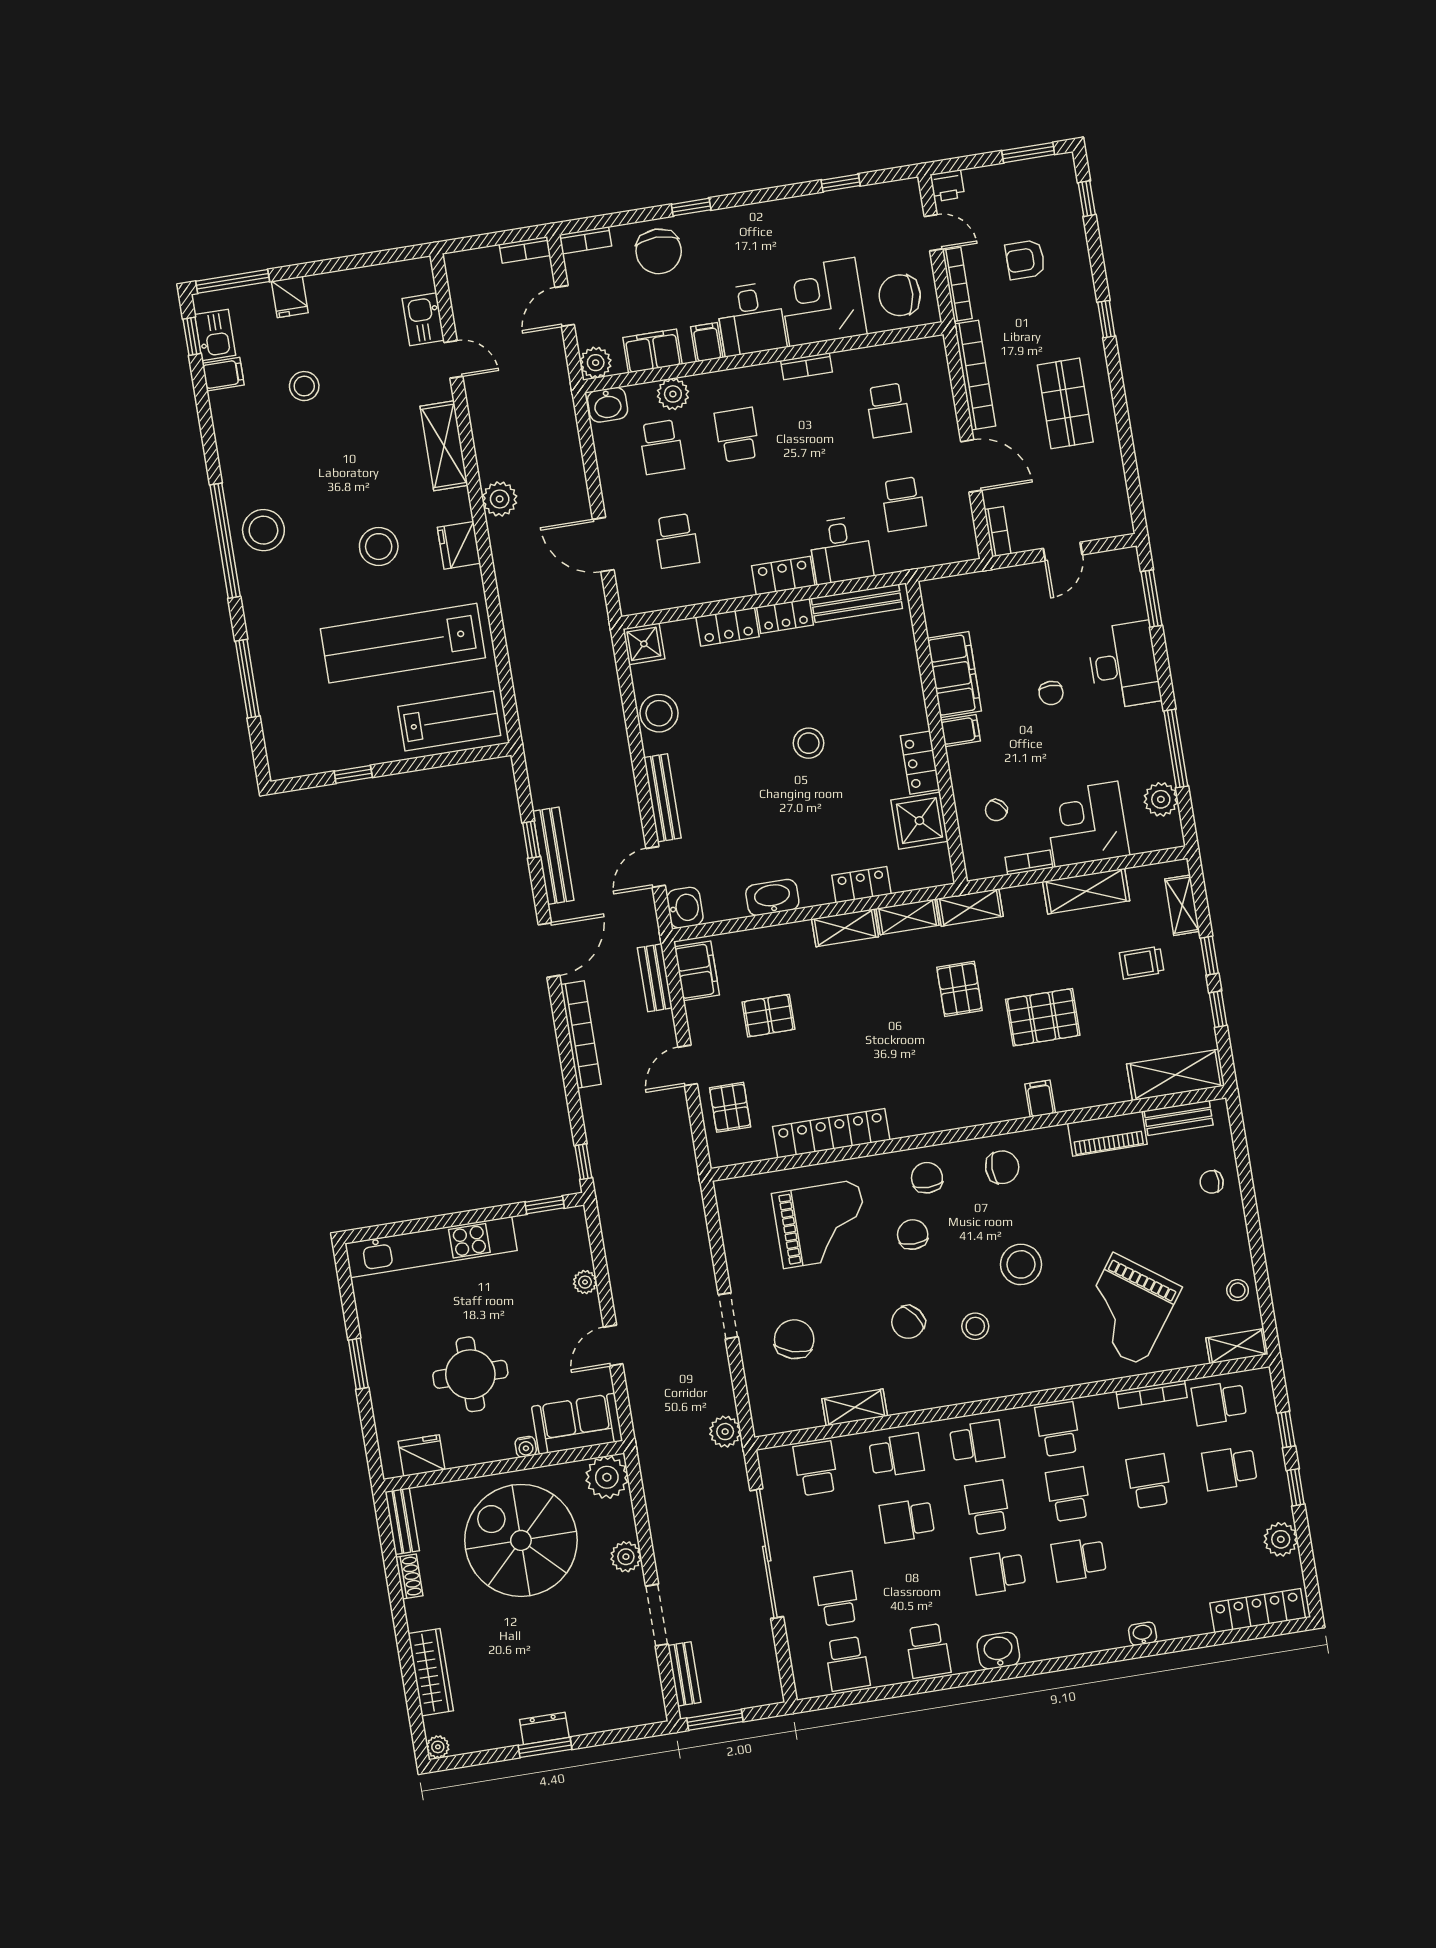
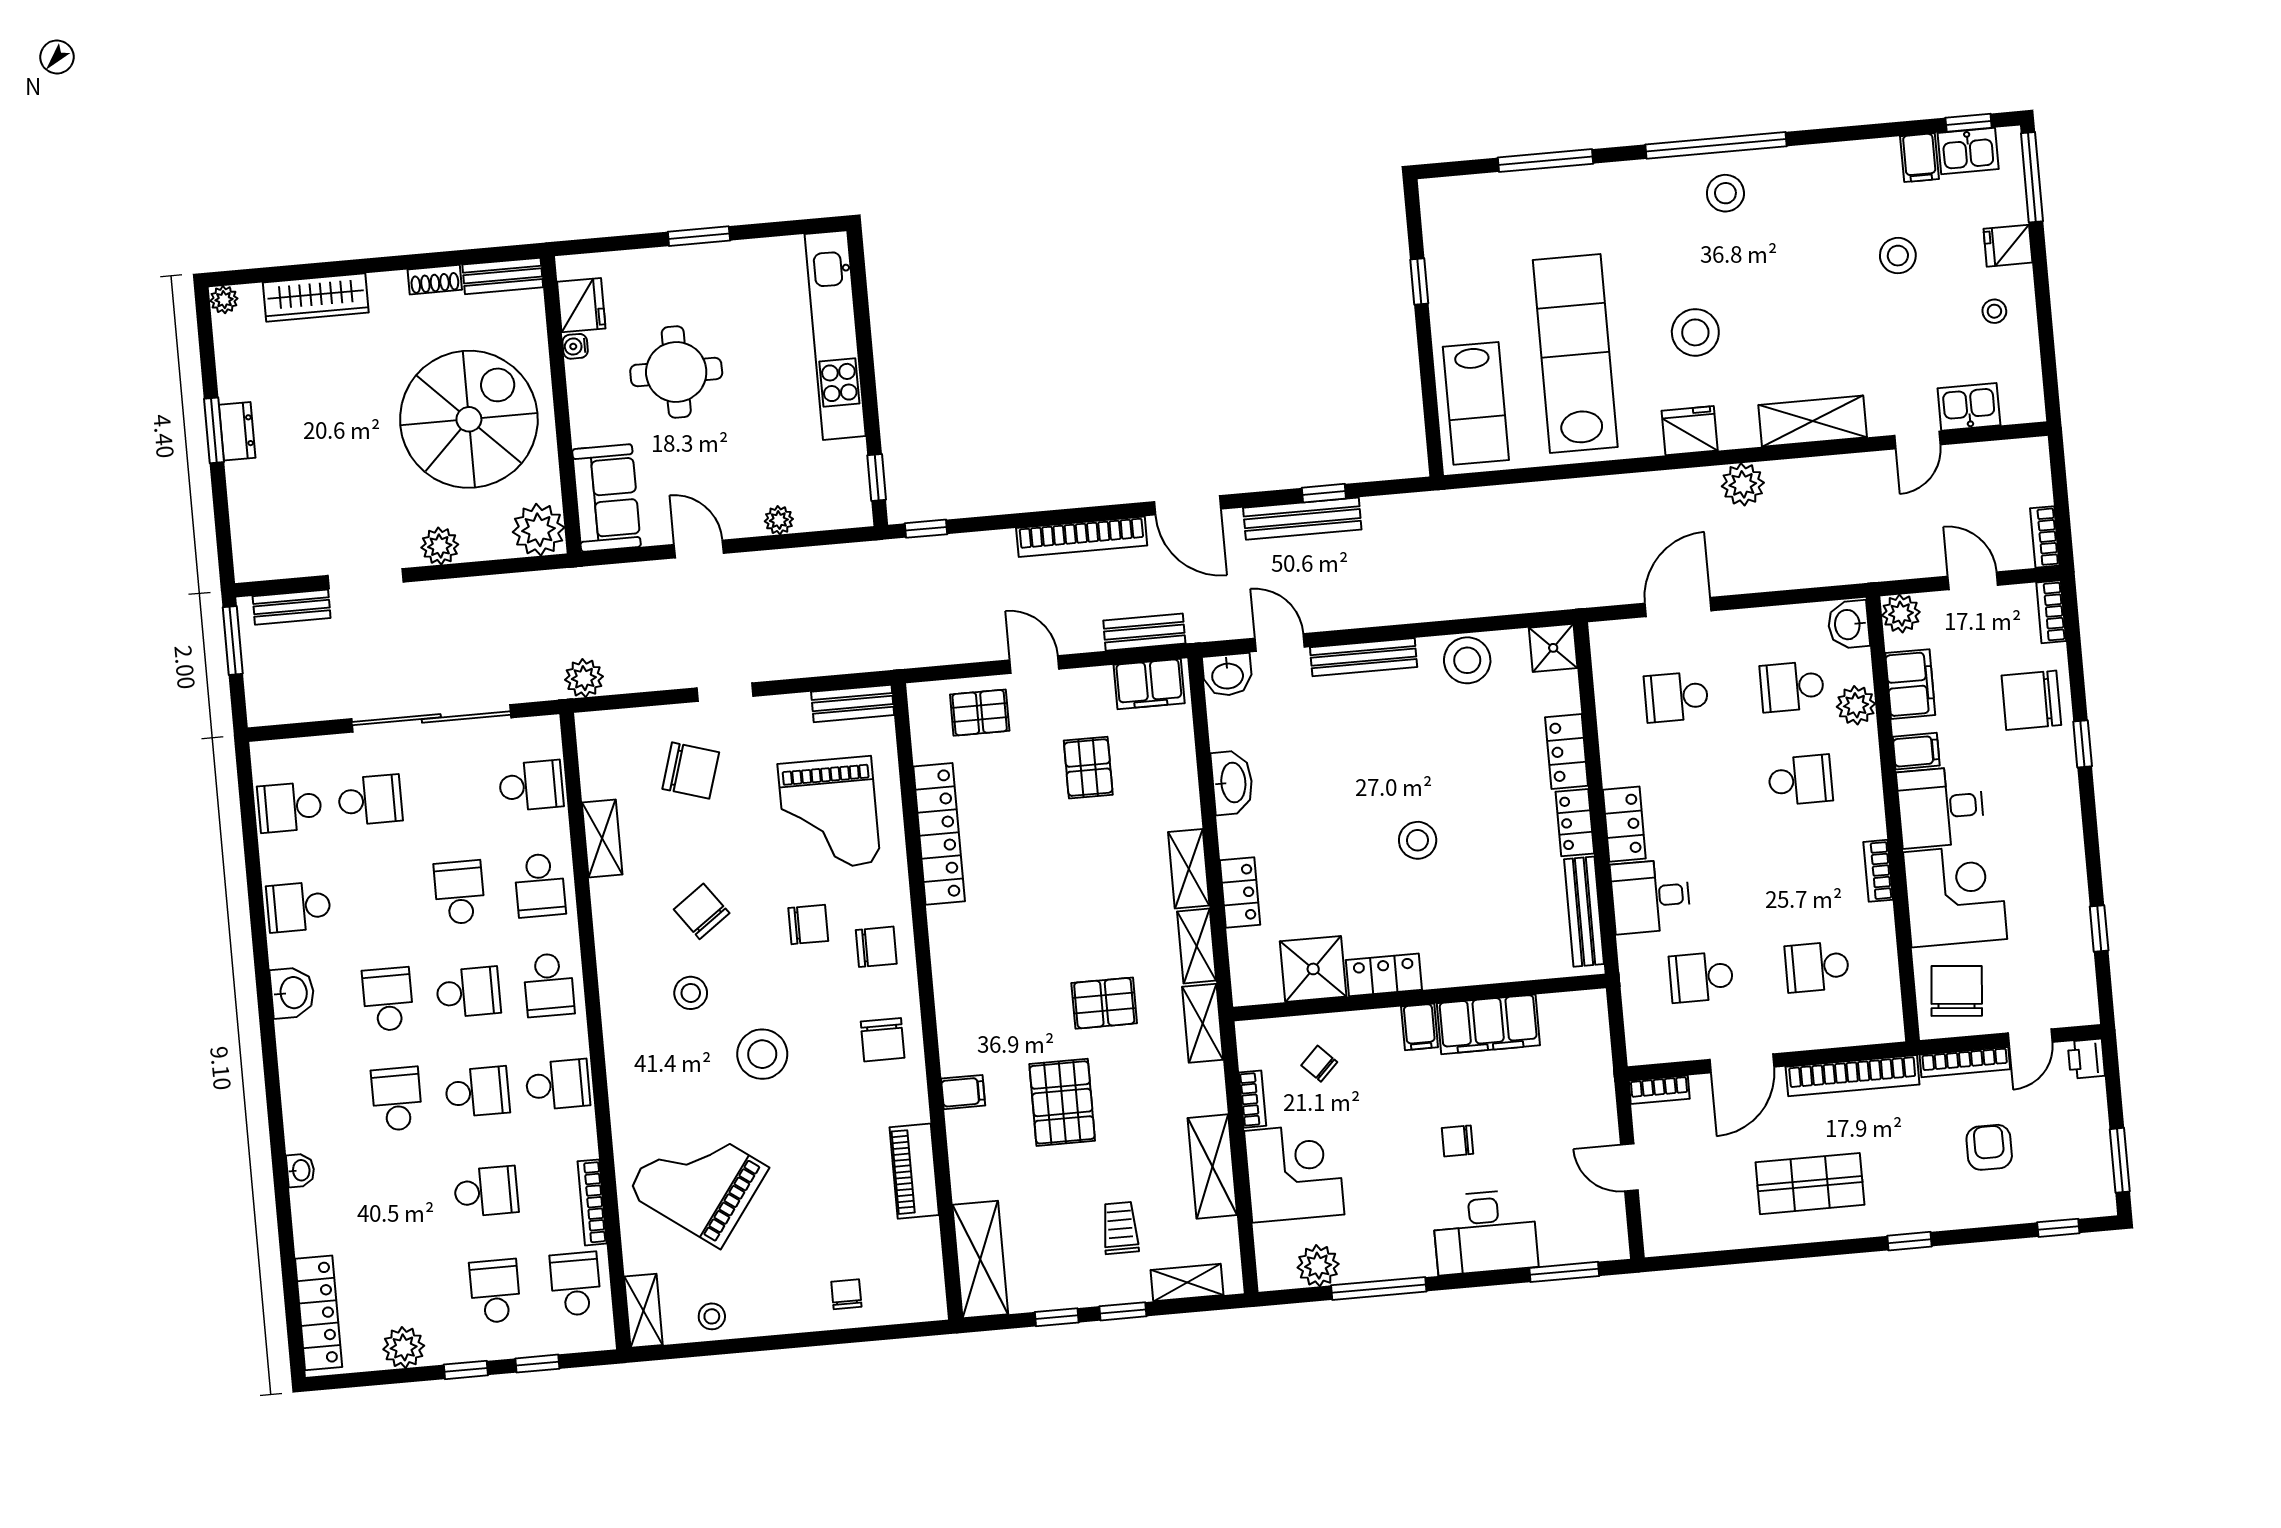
stool: (344, 304) -> (1994, 311), added
stool: (263, 530) -> (1725, 193), width x0.73, depth x0.73
bench: (1179, 1118) -> (853, 703), moved, turned 90
water cooler: (526, 1447) -> (575, 346), moved

